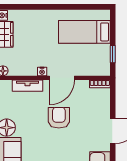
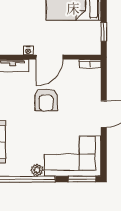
armchair: (59, 118) -> (46, 100), turned 180

